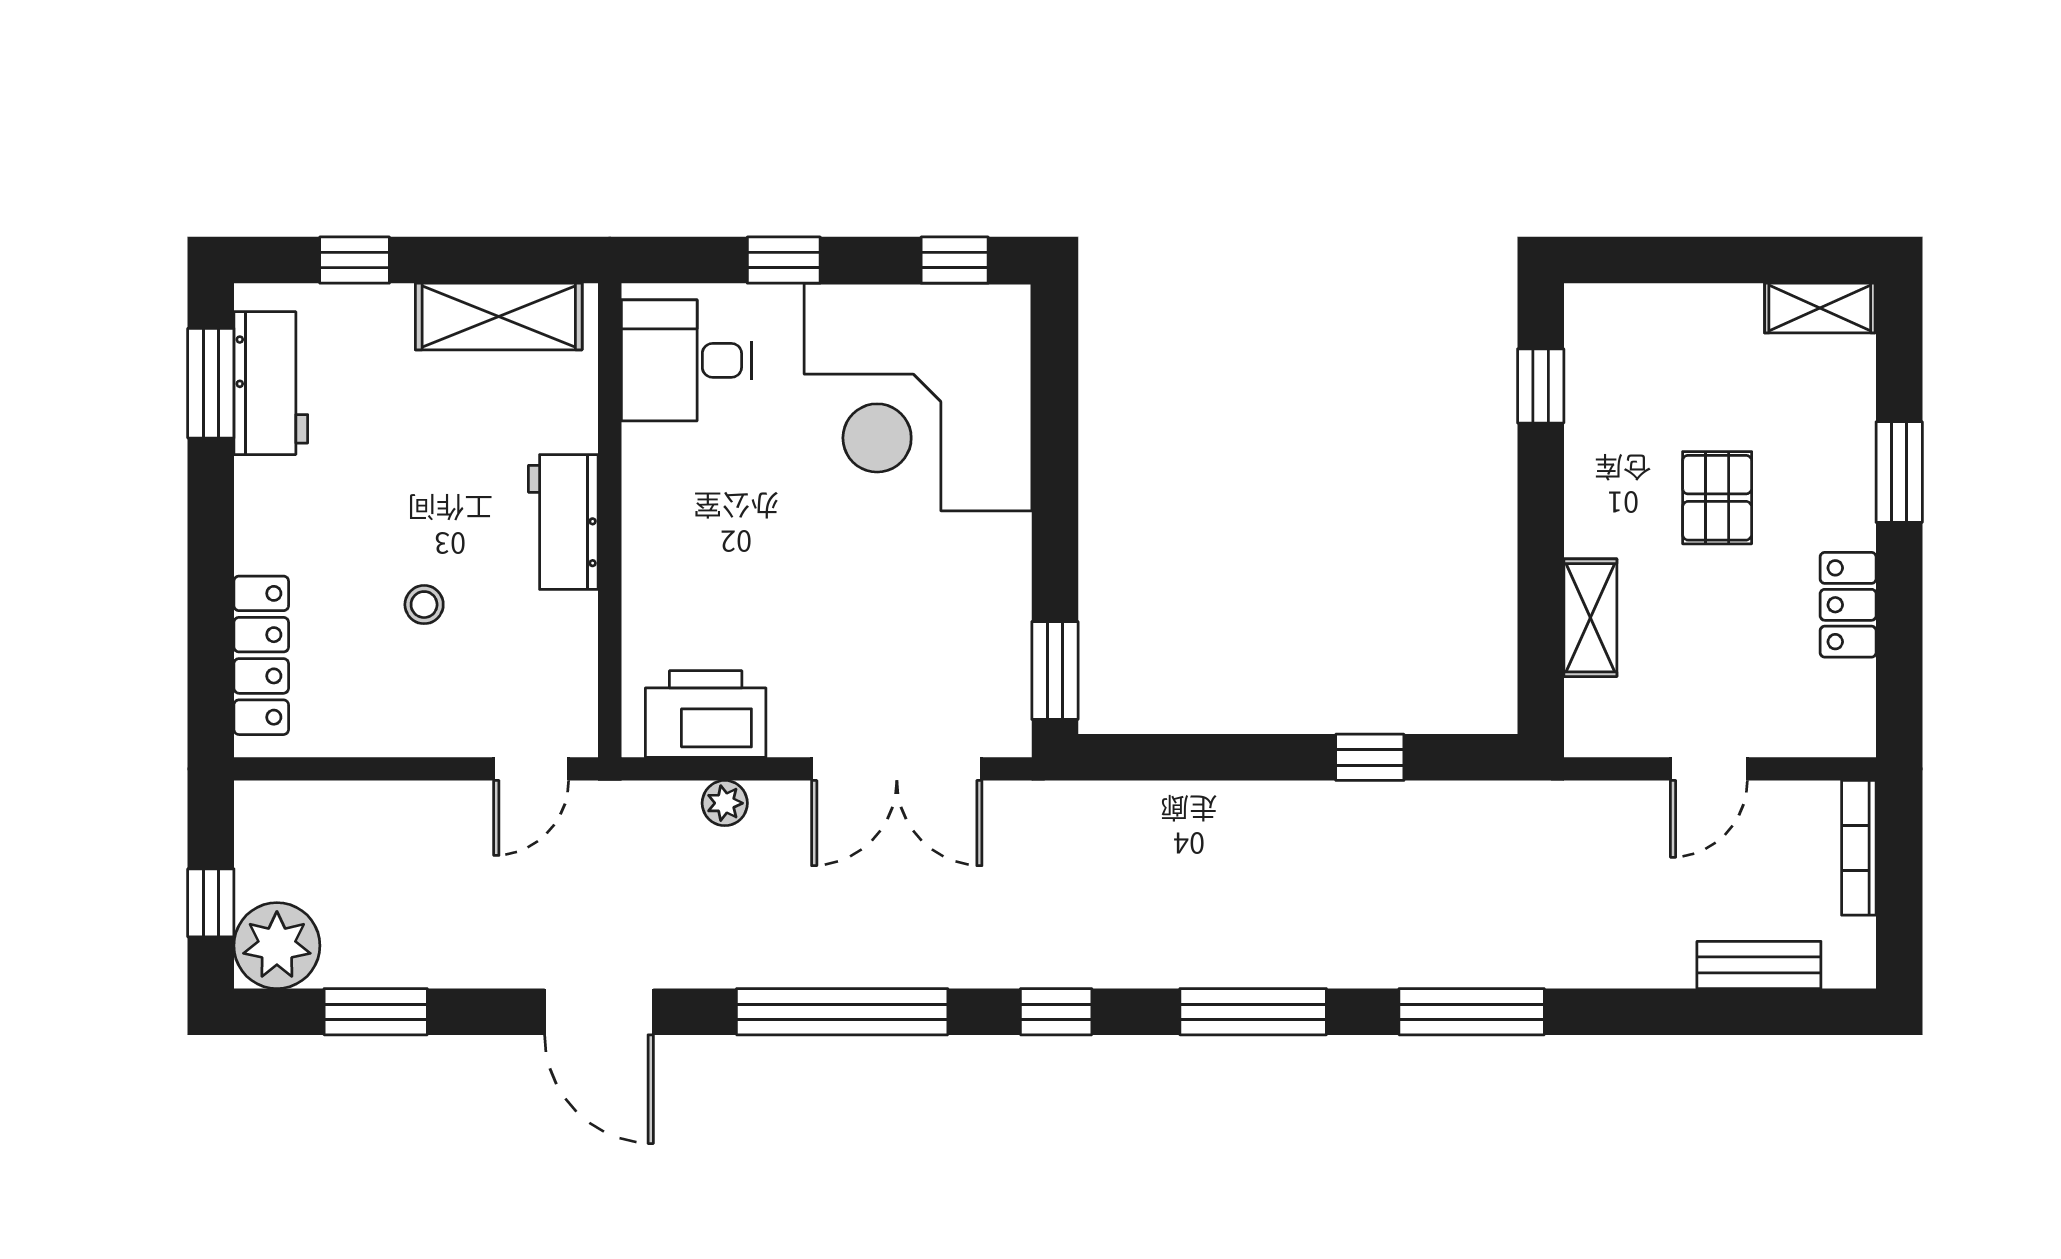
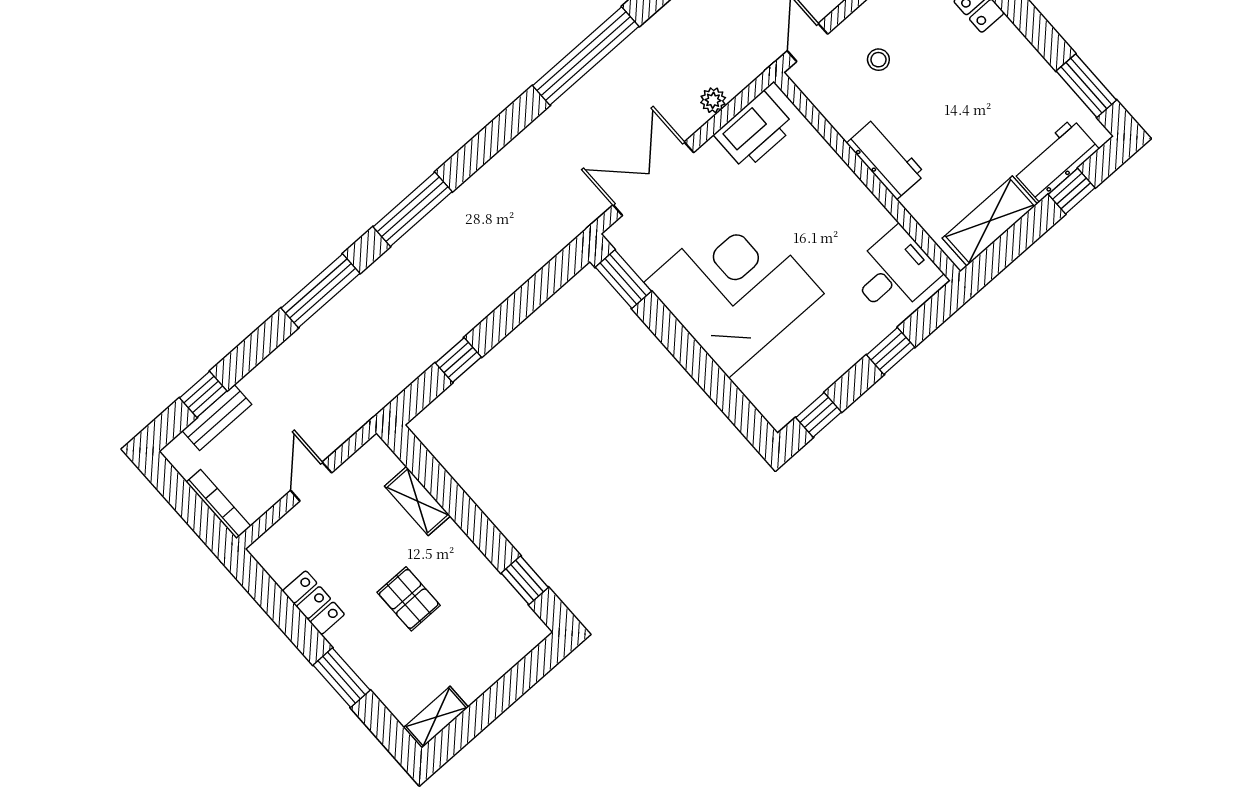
workbench: (271, 383) -> (1056, 160), moved, turned 90
corner desk: (918, 397) -> (734, 288), moved
stool: (424, 605) -> (878, 60), moved
window: (1056, 1012) -> (203, 394), moved

